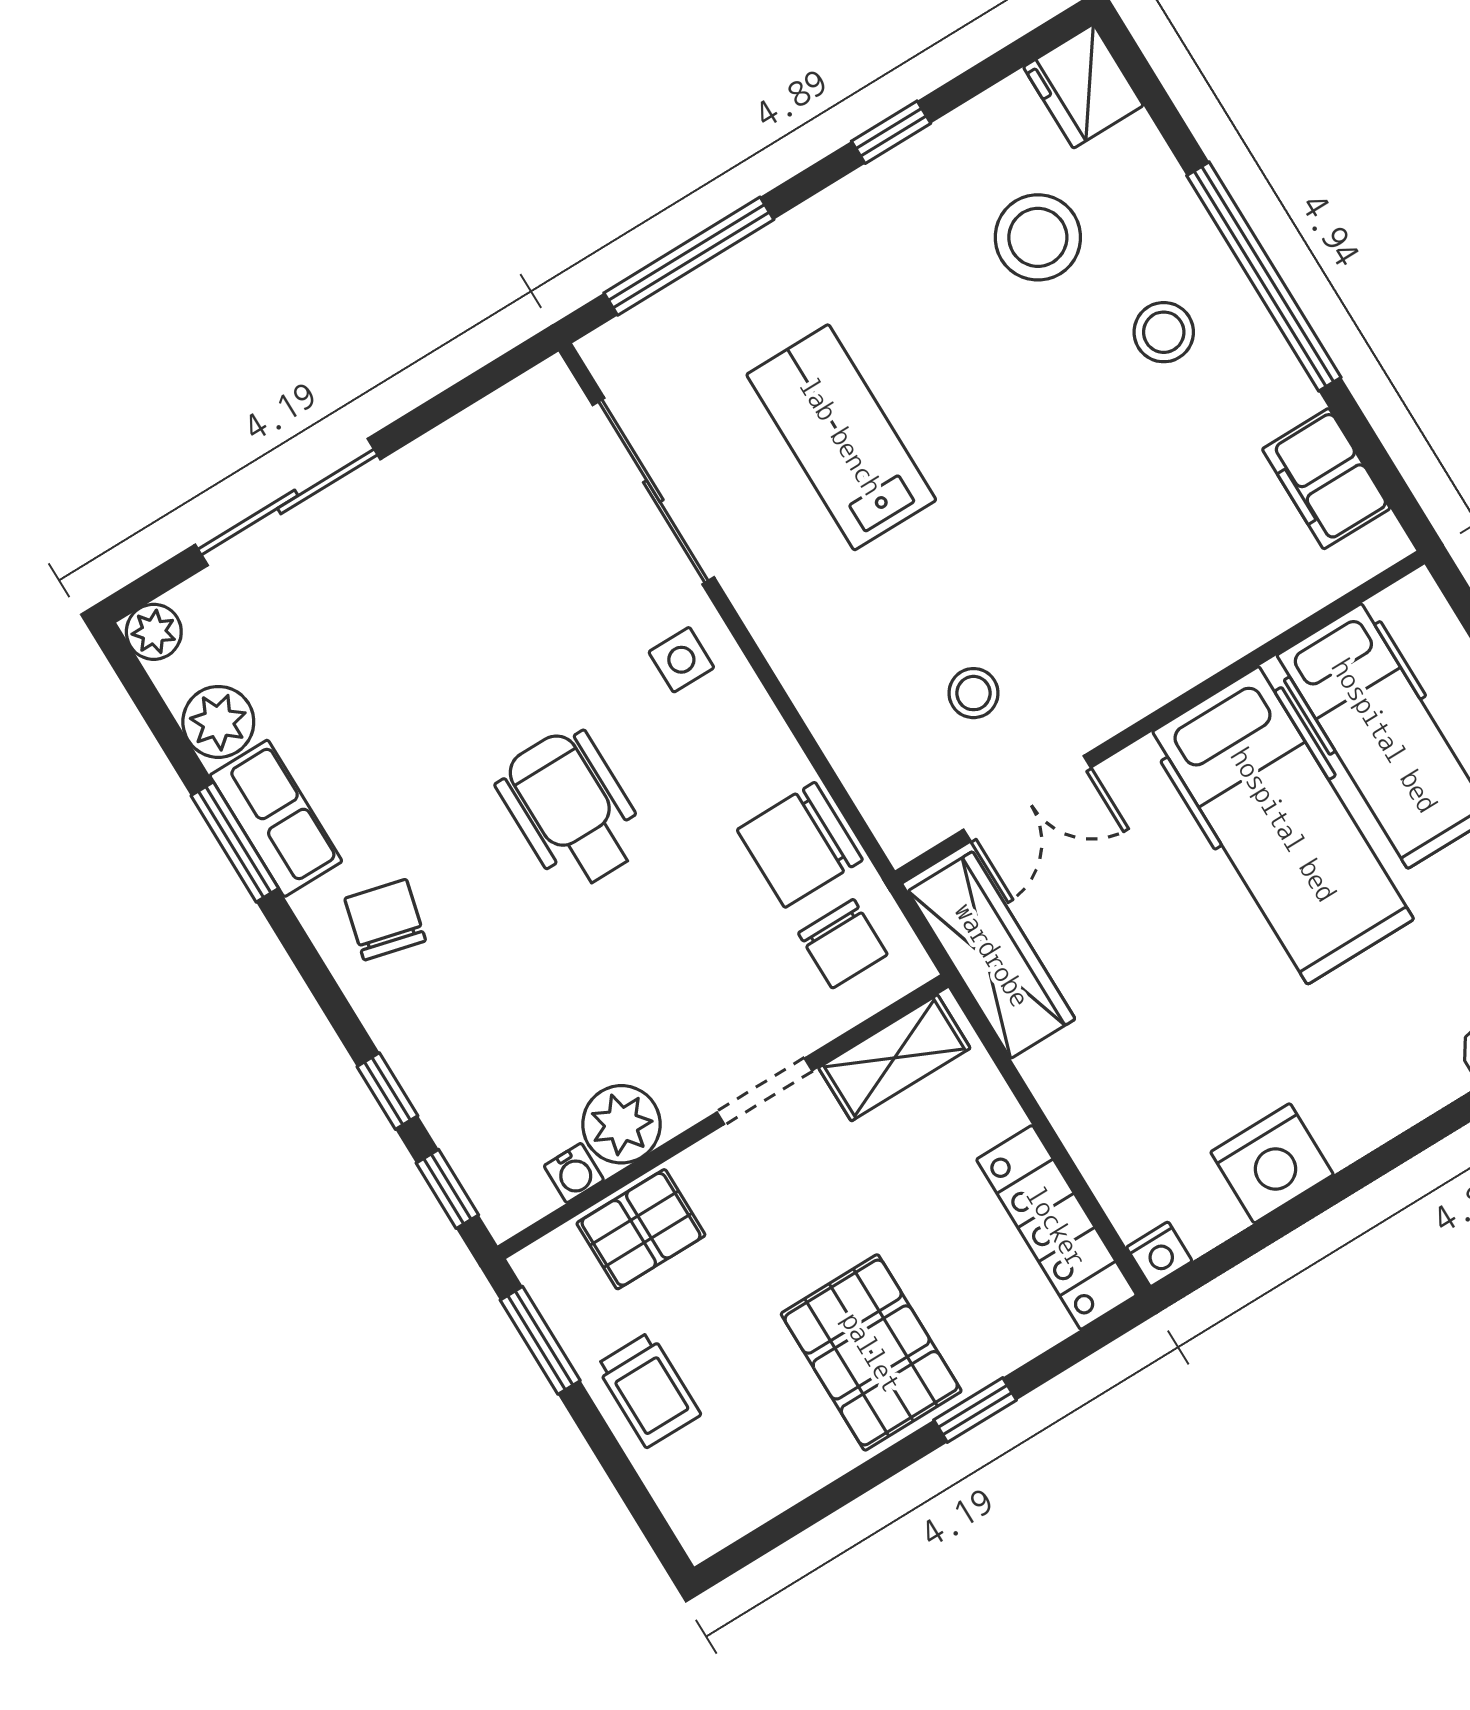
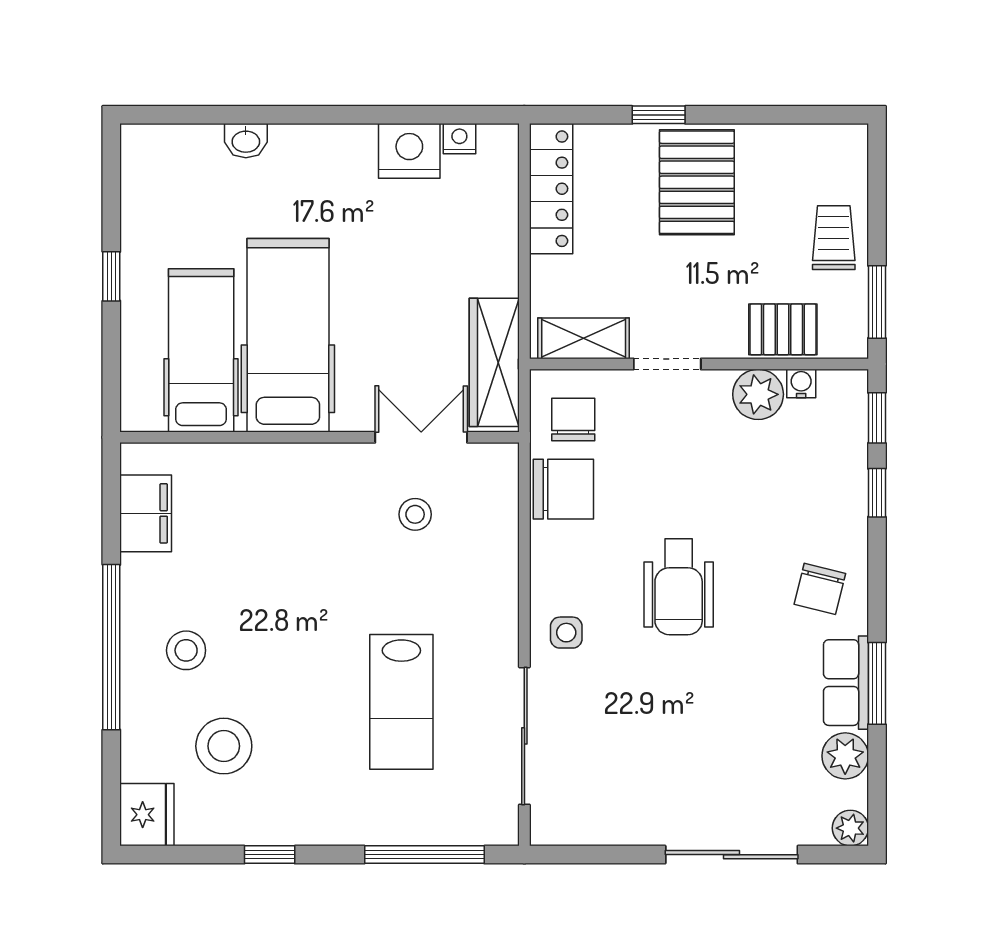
nightstand: (1159, 1254) -> (459, 139), moved

